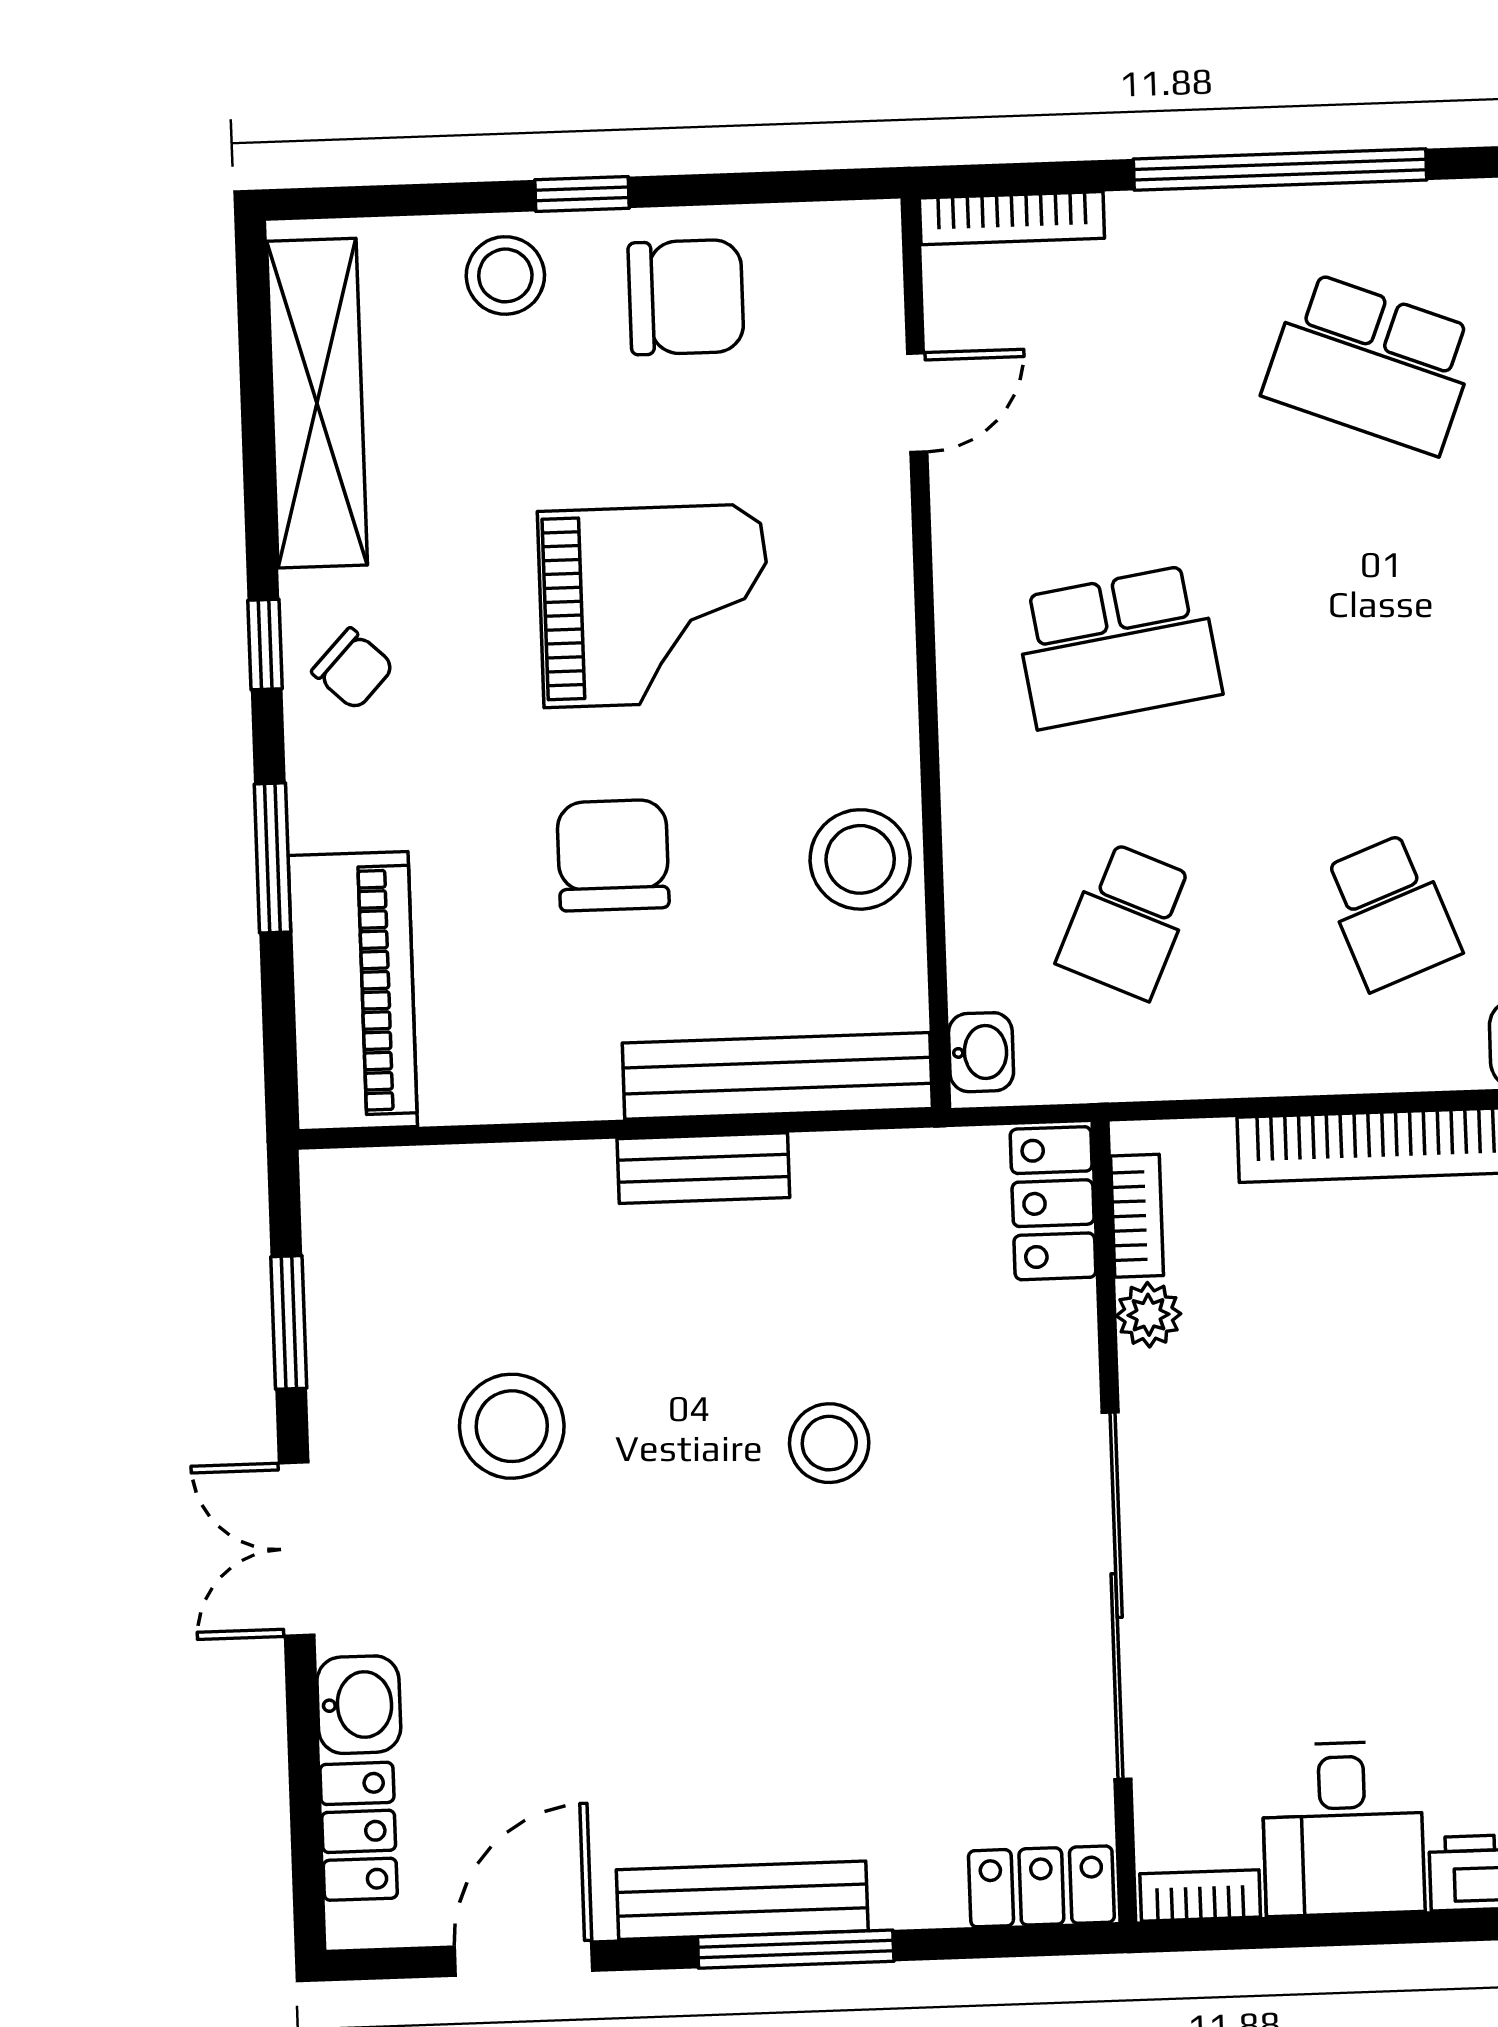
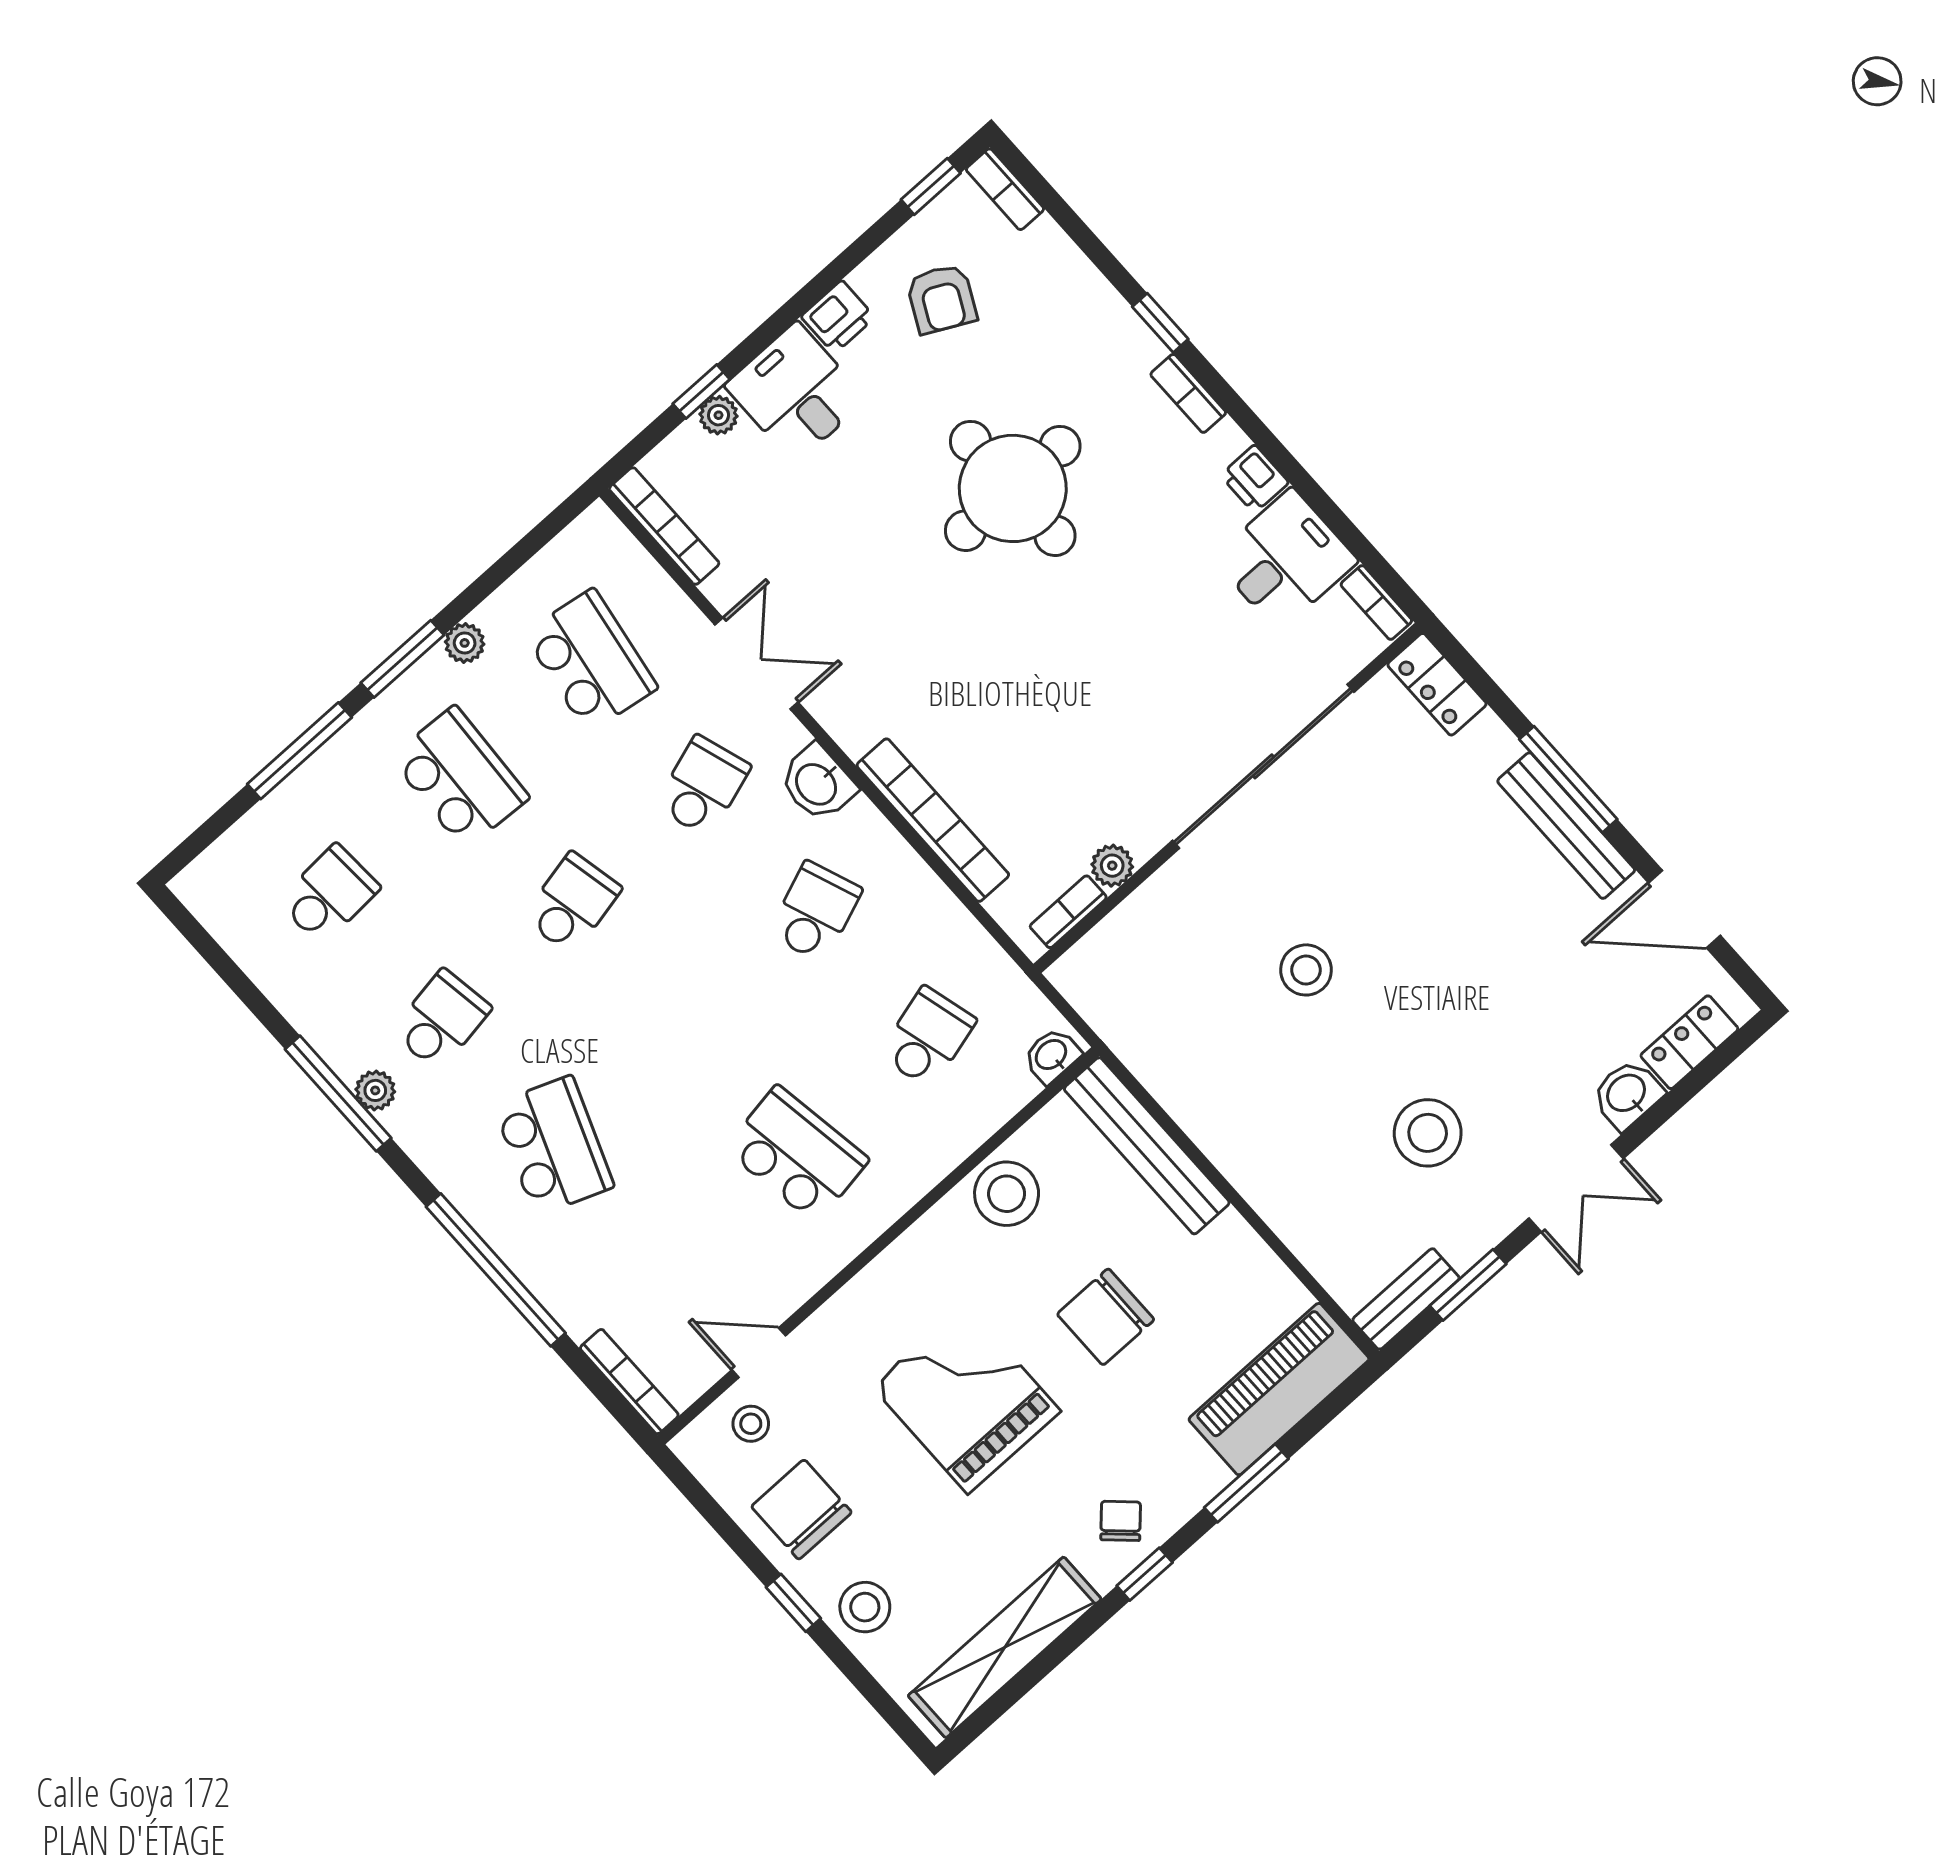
stool: (840, 322) -> (751, 1424), added
school desk: (1127, 921) -> (927, 1037), turned -39
bench: (703, 1168) -> (1406, 1299), moved, turned 90
locker: (1053, 1203) -> (1096, 958), removed

